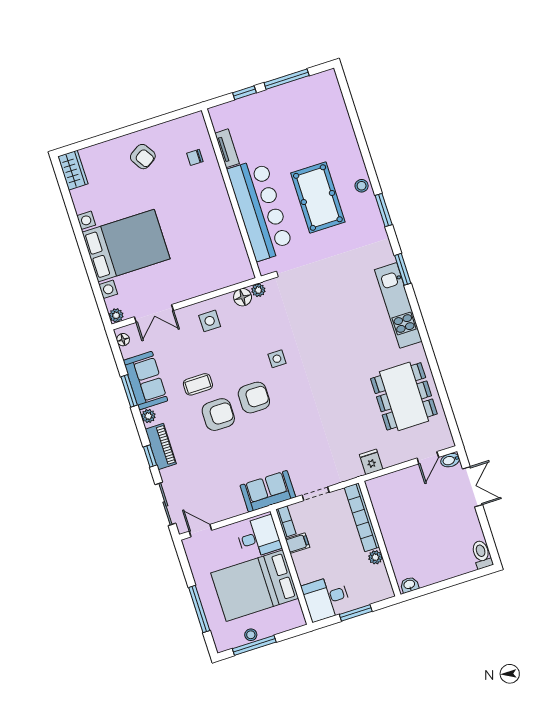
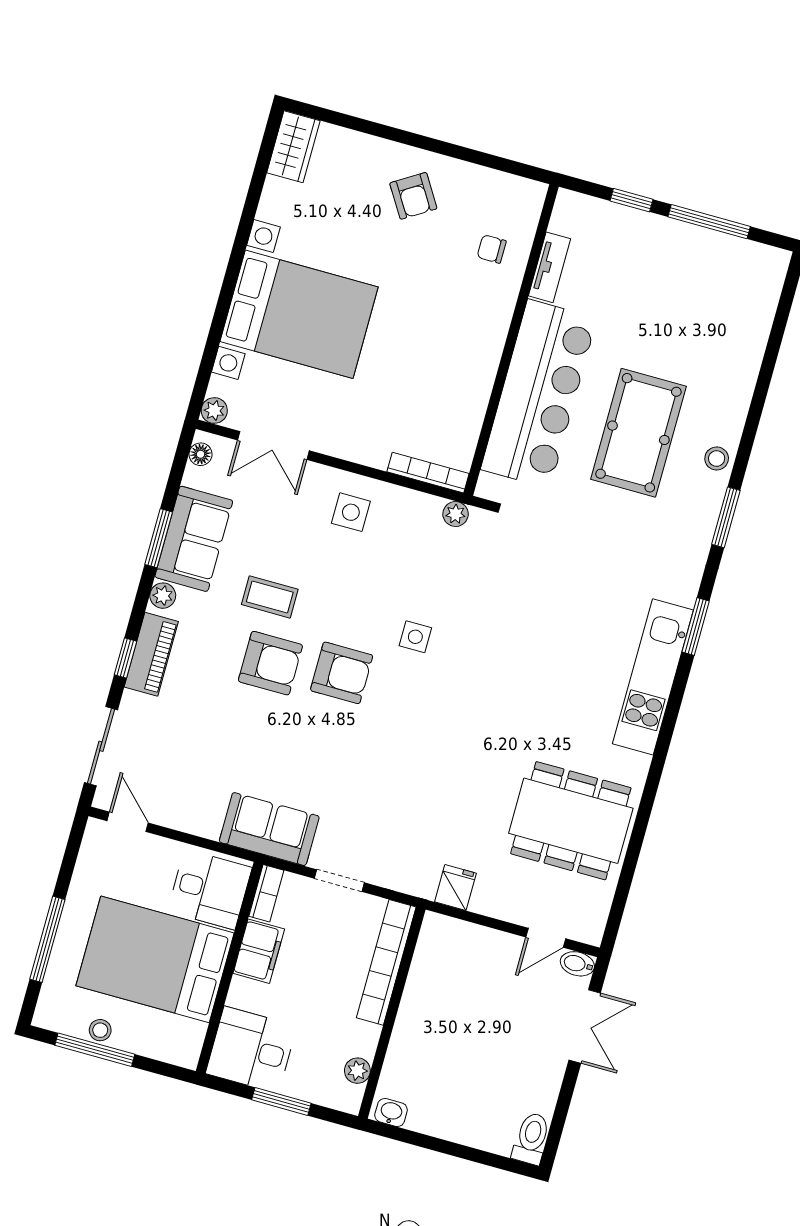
bookcase: (233, 279) -> (428, 473), added
floor lamp: (243, 297) -> (425, 509), removed
dining table: (404, 396) -> (571, 821), turned 90
filing cabinet: (297, 543) -> (259, 951), width x2.00
plant: (375, 557) -> (357, 1071), moved

